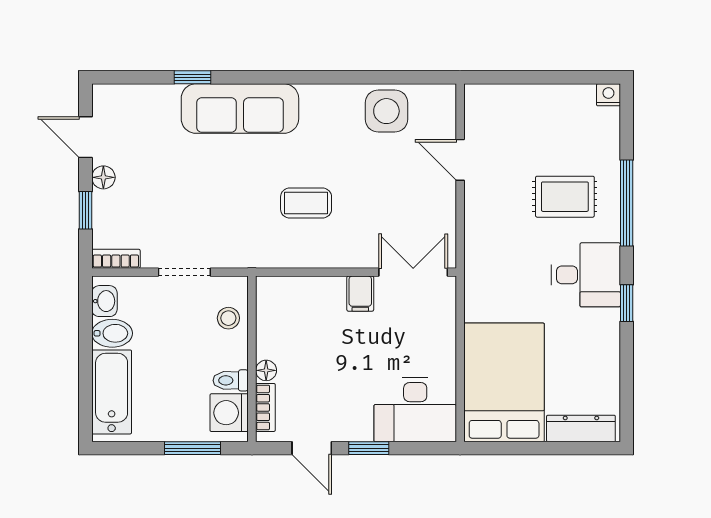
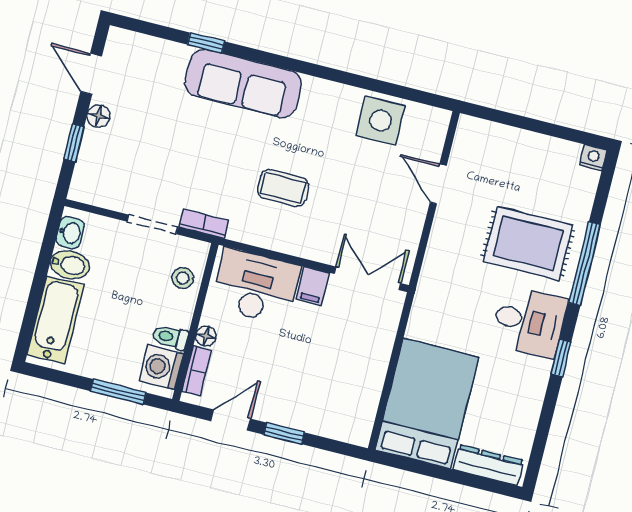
rug: (565, 197) -> (528, 243), width x1.36, depth x1.43
bookcase: (116, 259) -> (204, 224), moved
desk: (415, 410) -> (256, 286), moved, turned 180
door: (312, 448) -> (230, 420), swing flipped

